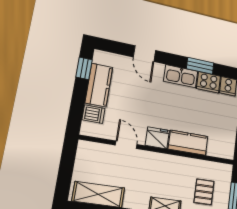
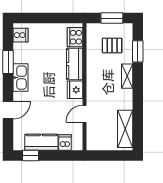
cooker: (209, 82) -> (75, 37), moved, turned 180

